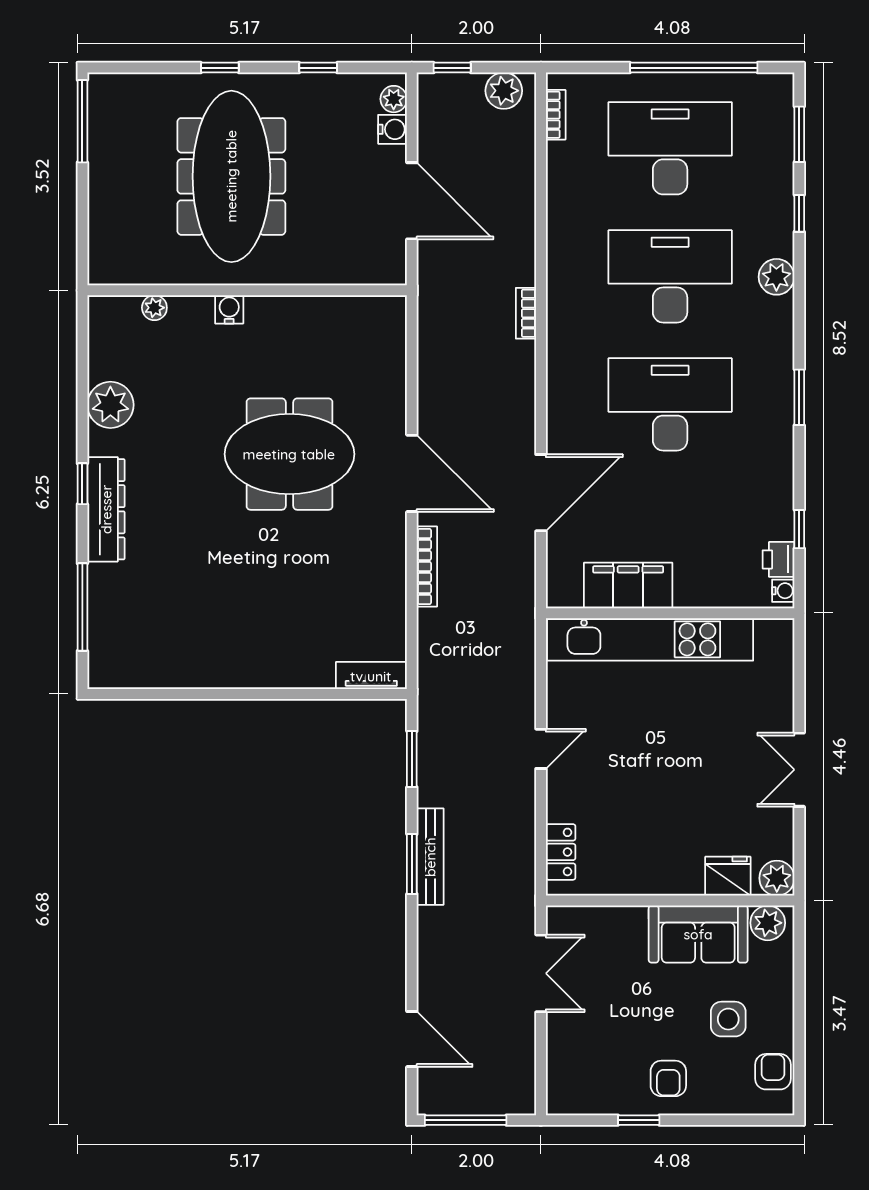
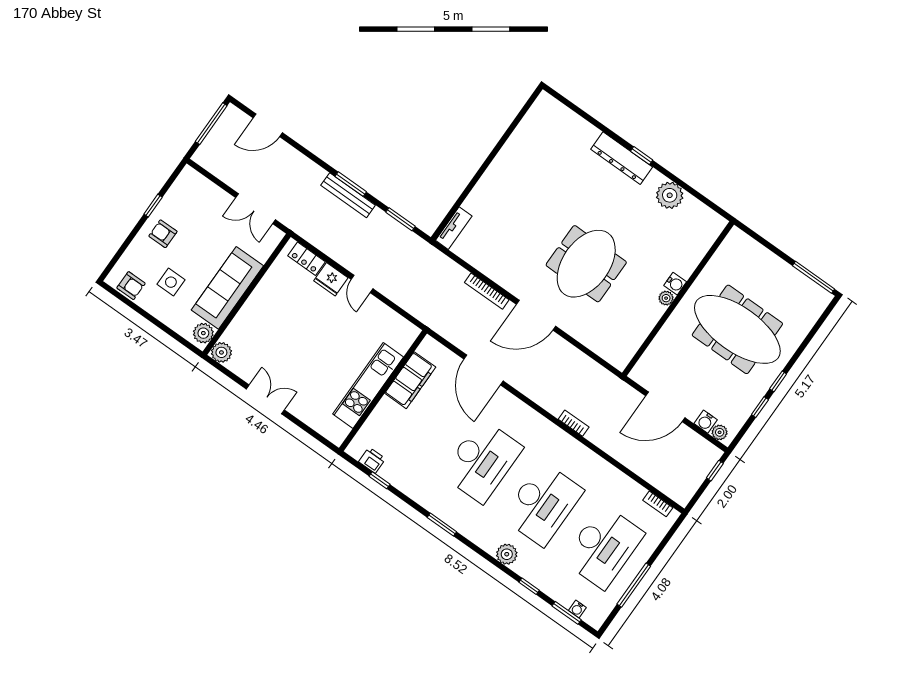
window: (220, 68) -> (778, 381), moved
window: (694, 68) -> (634, 585), width x0.68
plant: (504, 91) -> (687, 487), removed
plant: (154, 308) -> (666, 298), moved
water cooler: (783, 591) -> (577, 609), moved
window: (82, 607) -> (583, 114), removed
kitchen unit: (650, 639) -> (368, 385), width x0.73
fridge: (728, 876) -> (331, 279), moved, turned 90
sofa: (698, 934) -> (227, 288), width x1.36

